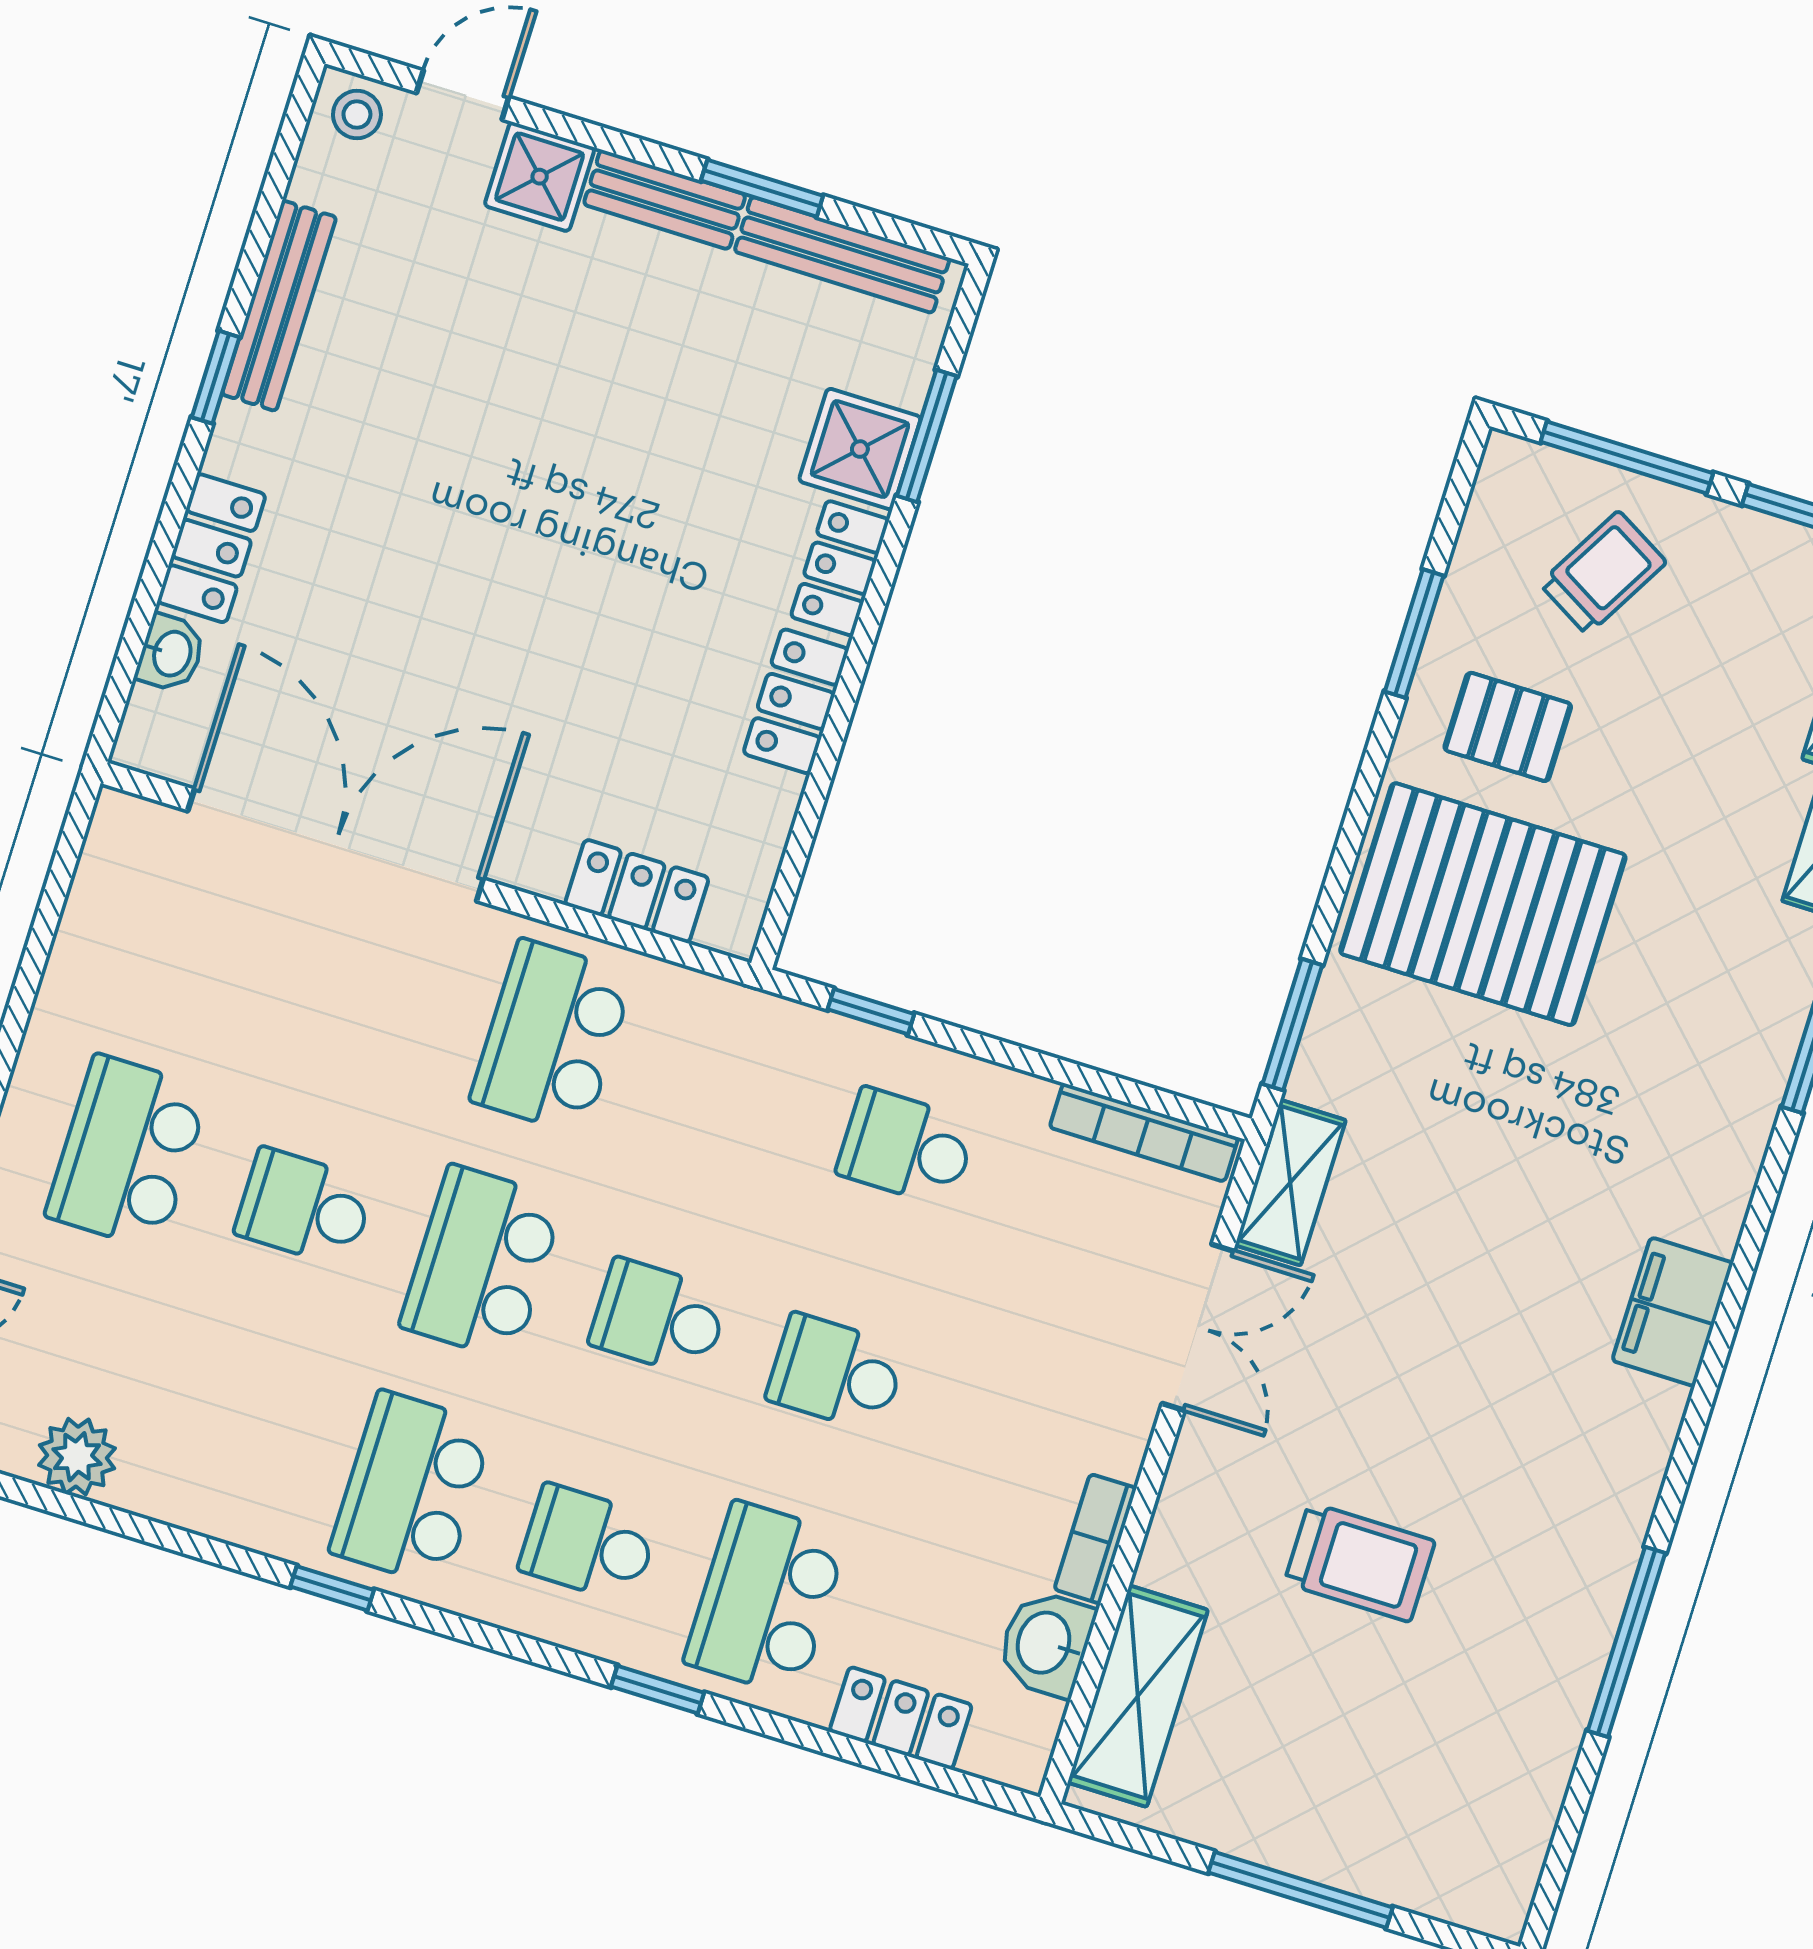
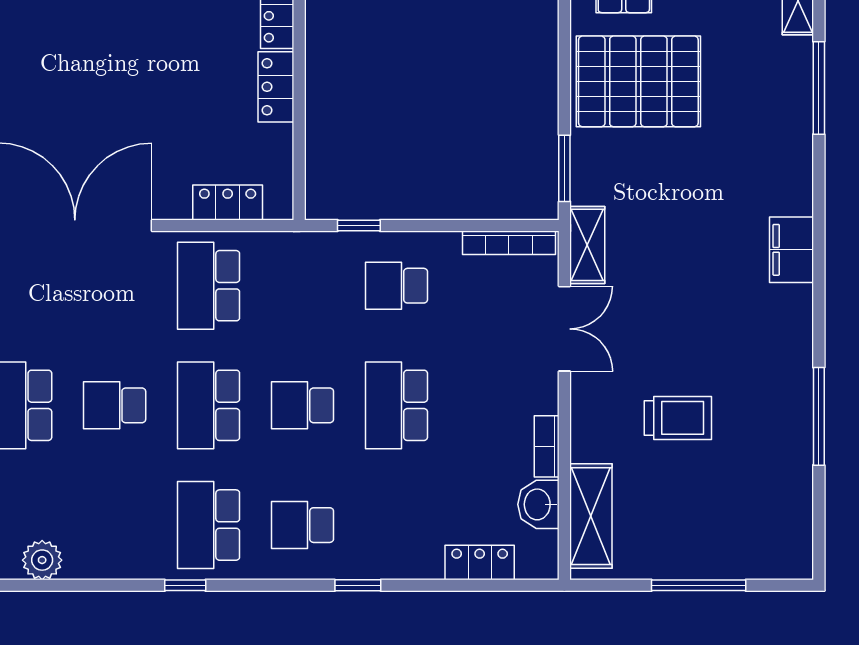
school desk: (836, 1373) -> (396, 405), width x1.85
school desk: (766, 1599) -> (396, 525), removed

